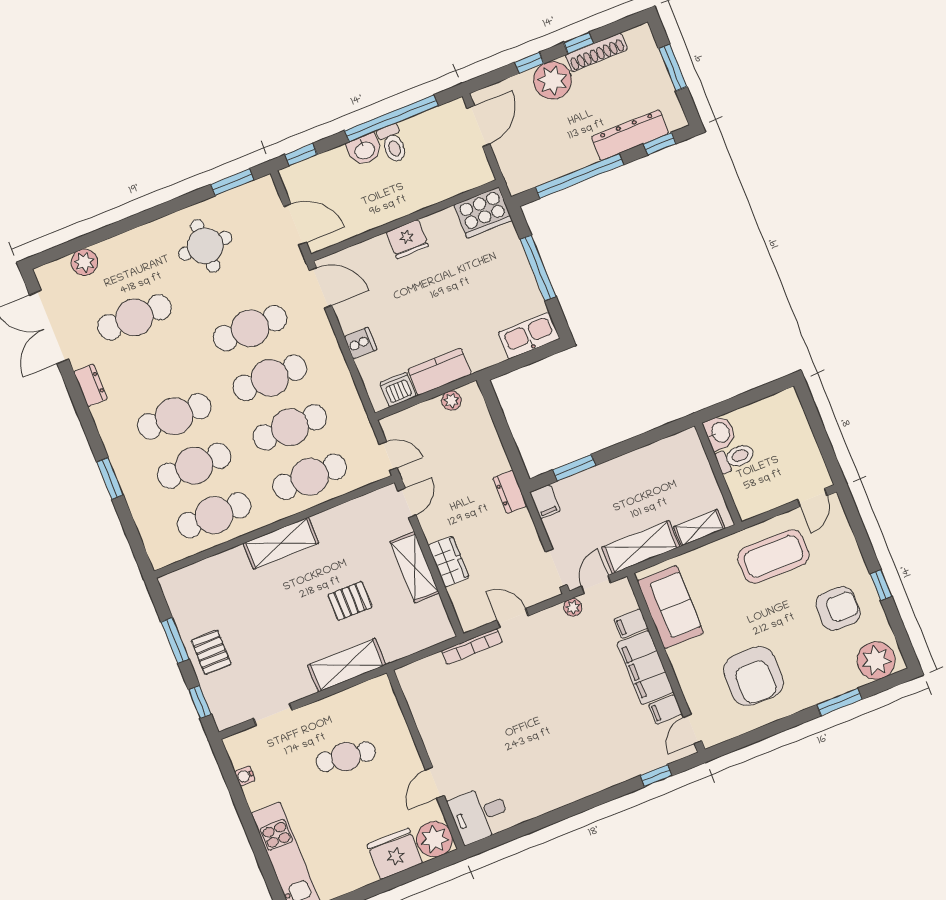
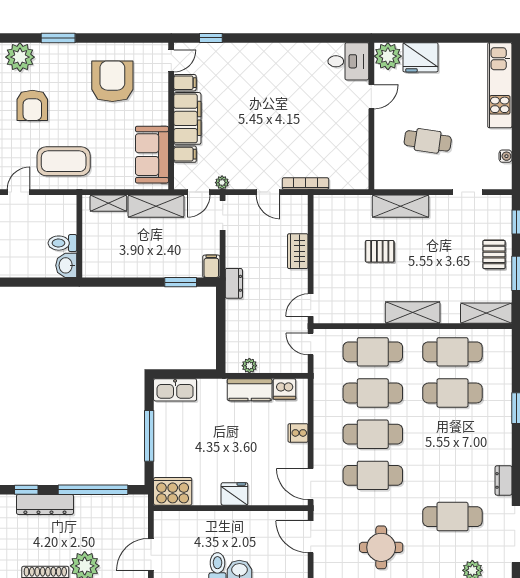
cafe table: (174, 416) -> (452, 434), removed
shelving: (415, 567) -> (486, 313), moved, turned 90
armchair: (838, 608) -> (32, 105), turned -90

